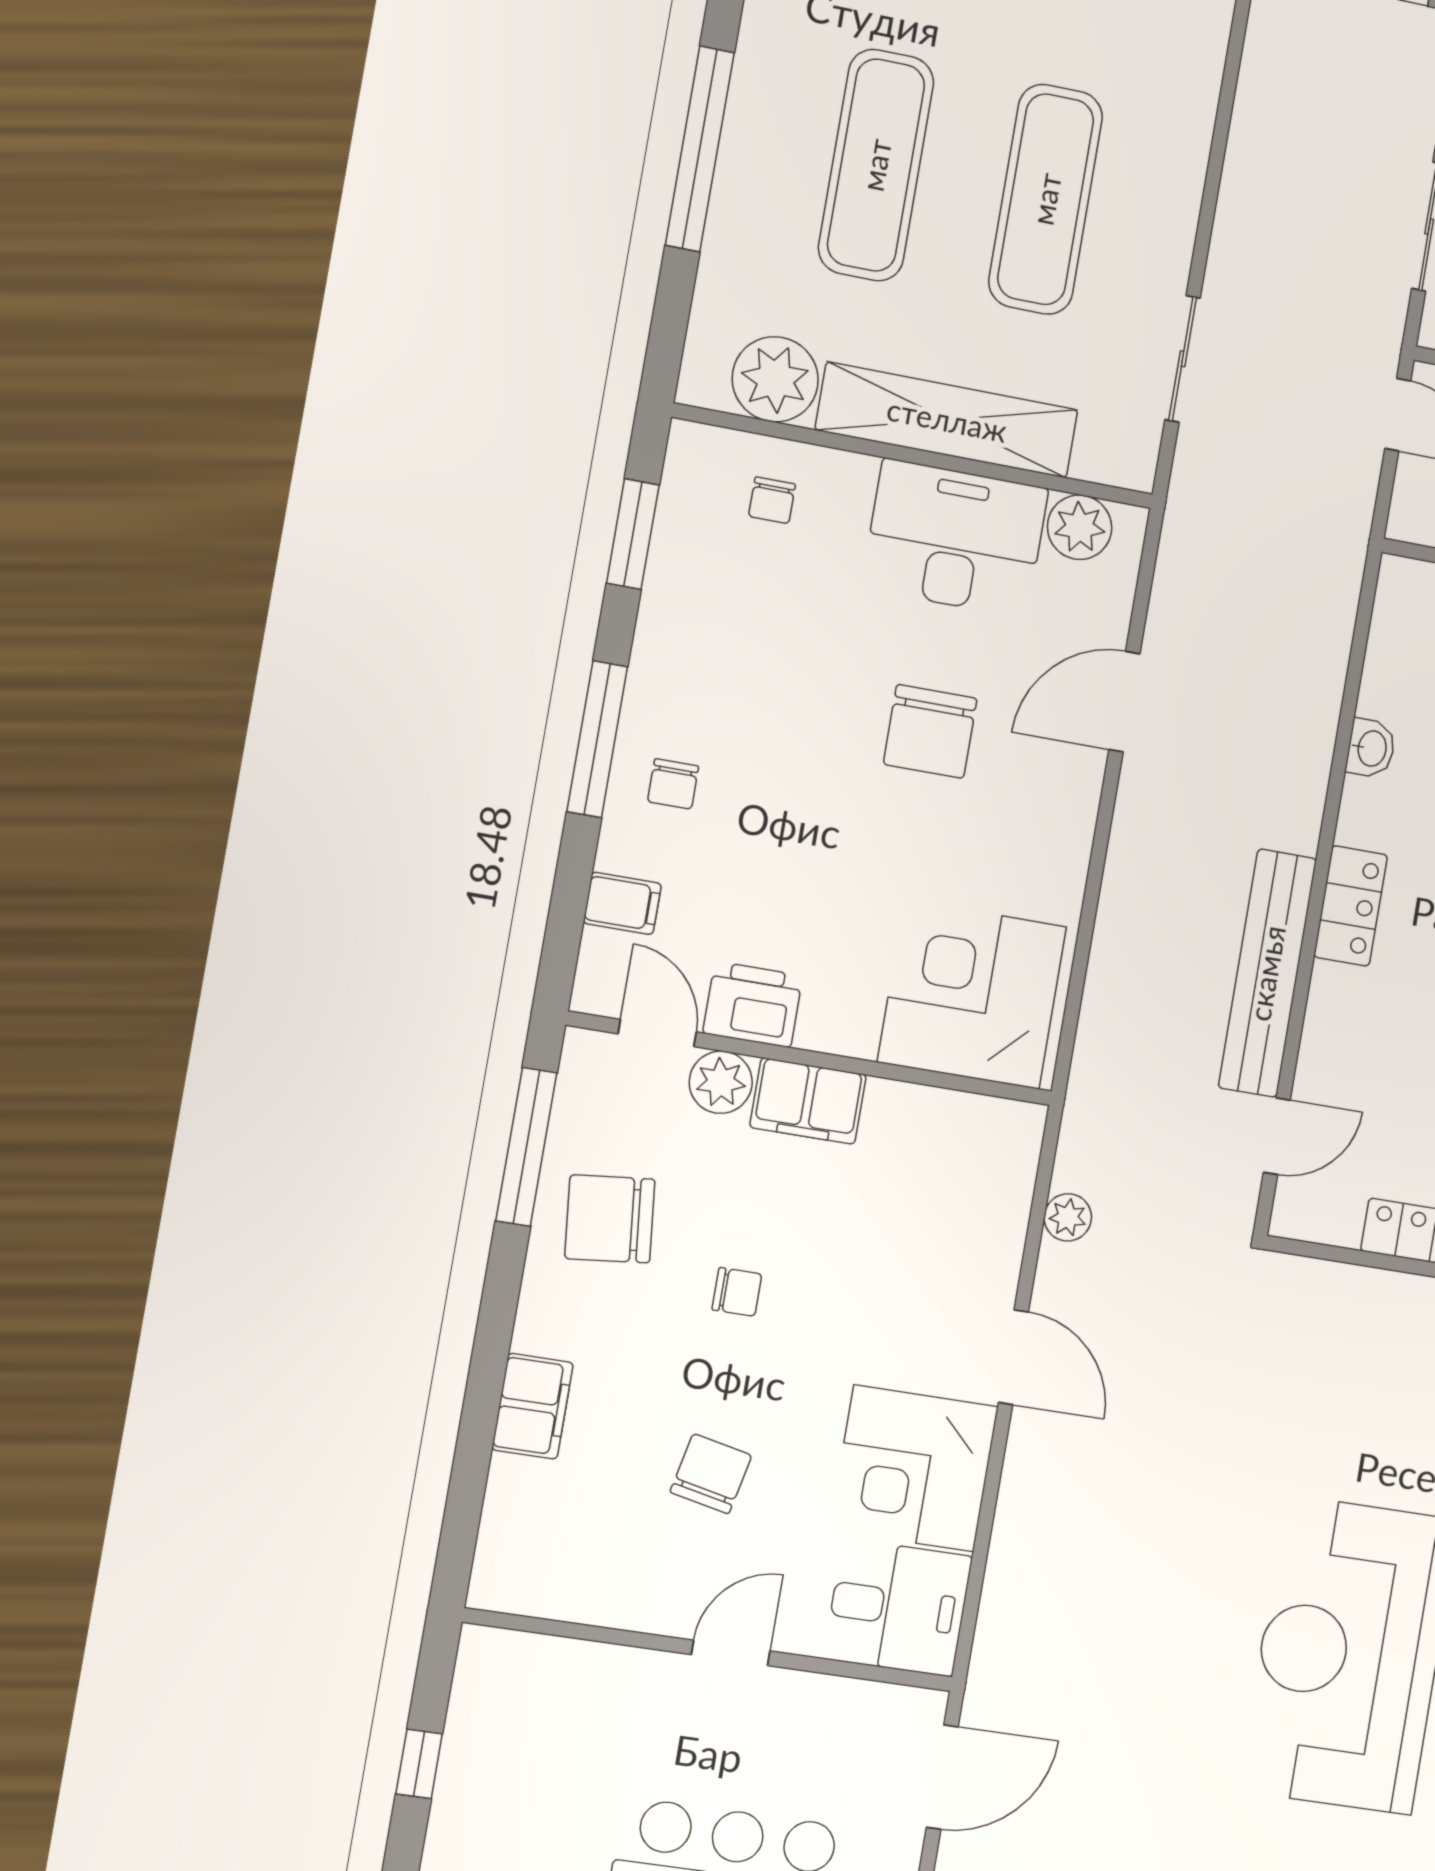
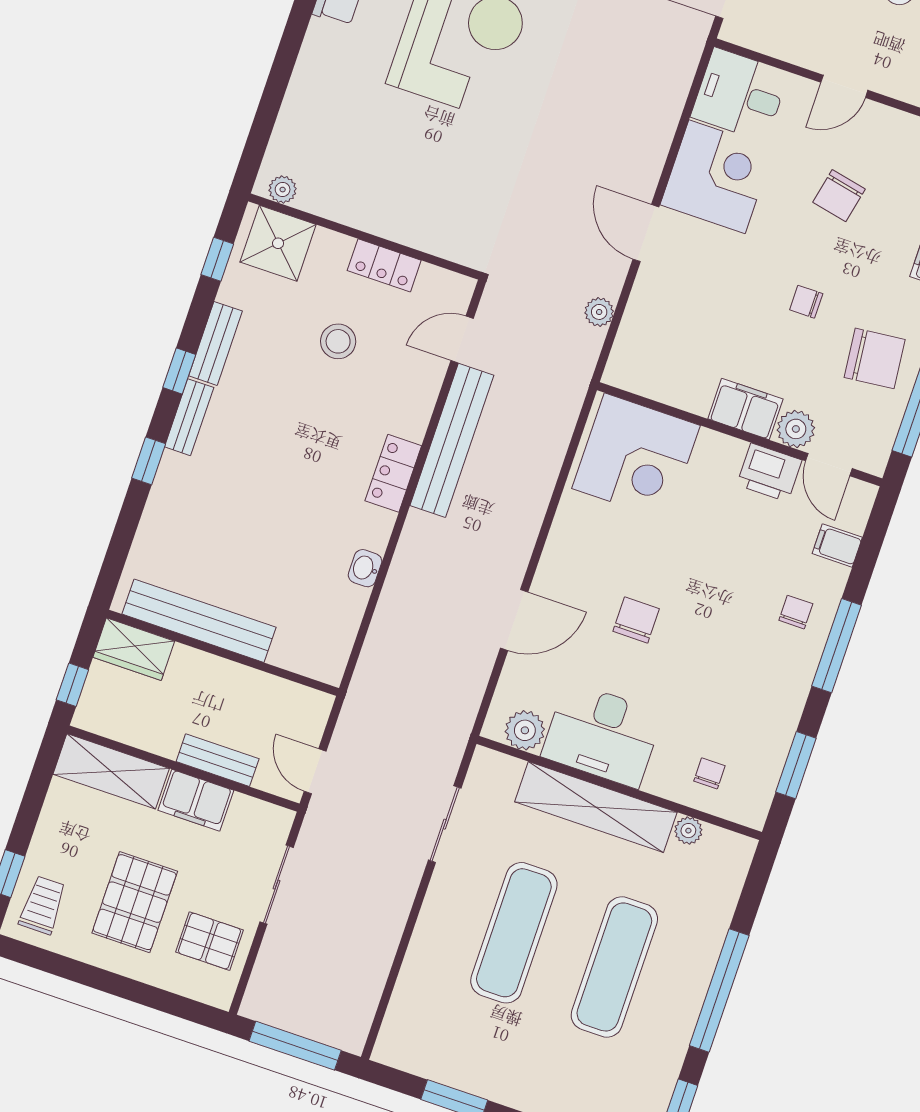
plant: (775, 379) -> (688, 831), width x0.53, depth x0.53
chair: (930, 731) -> (636, 620), width x0.73, depth x0.73

